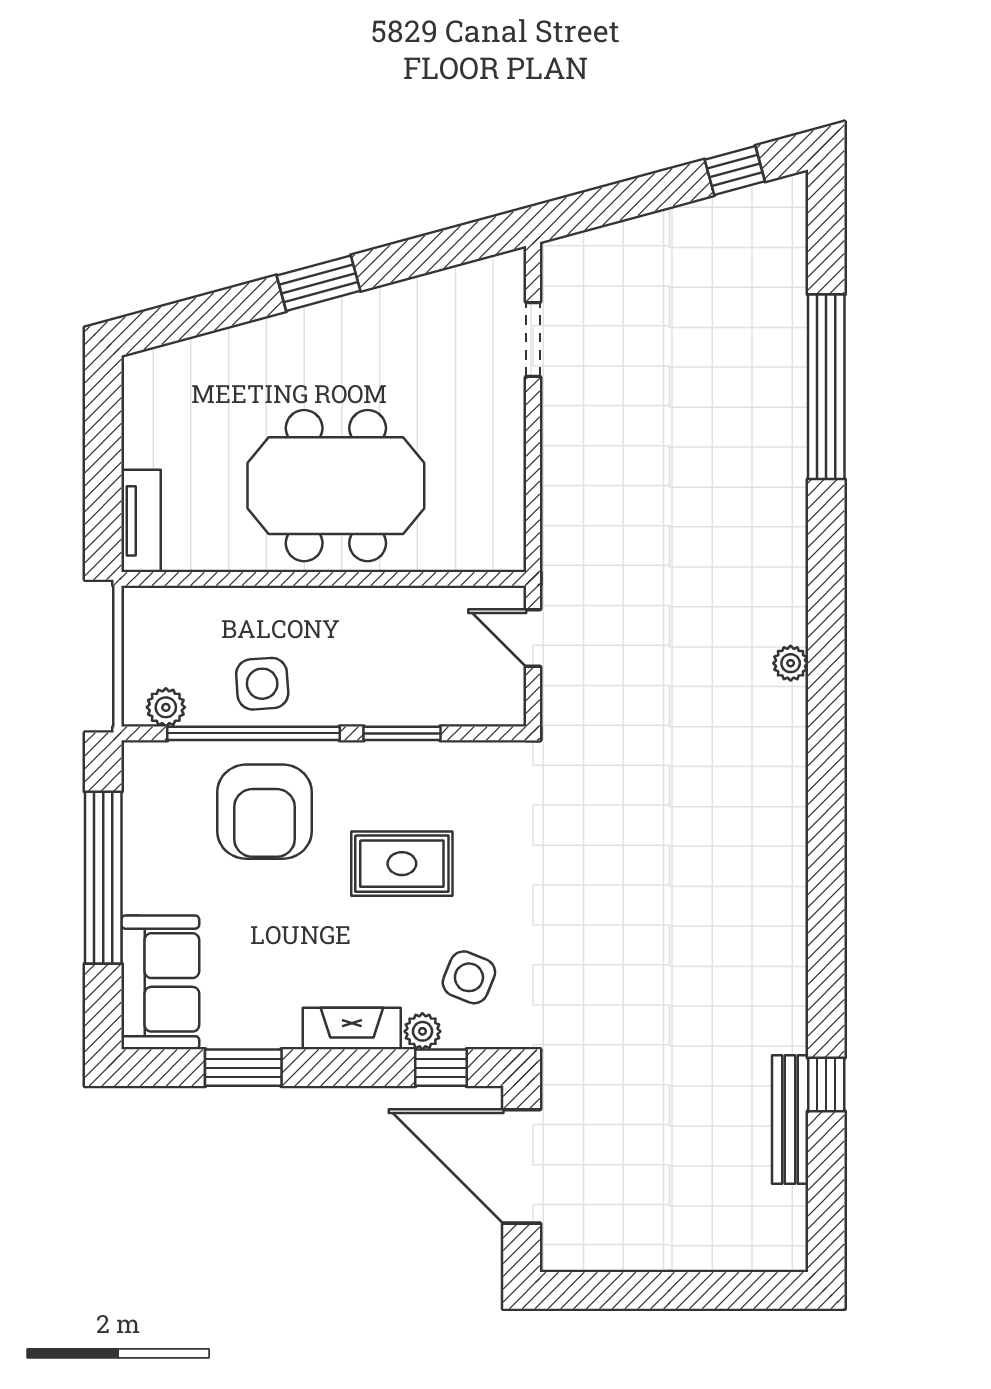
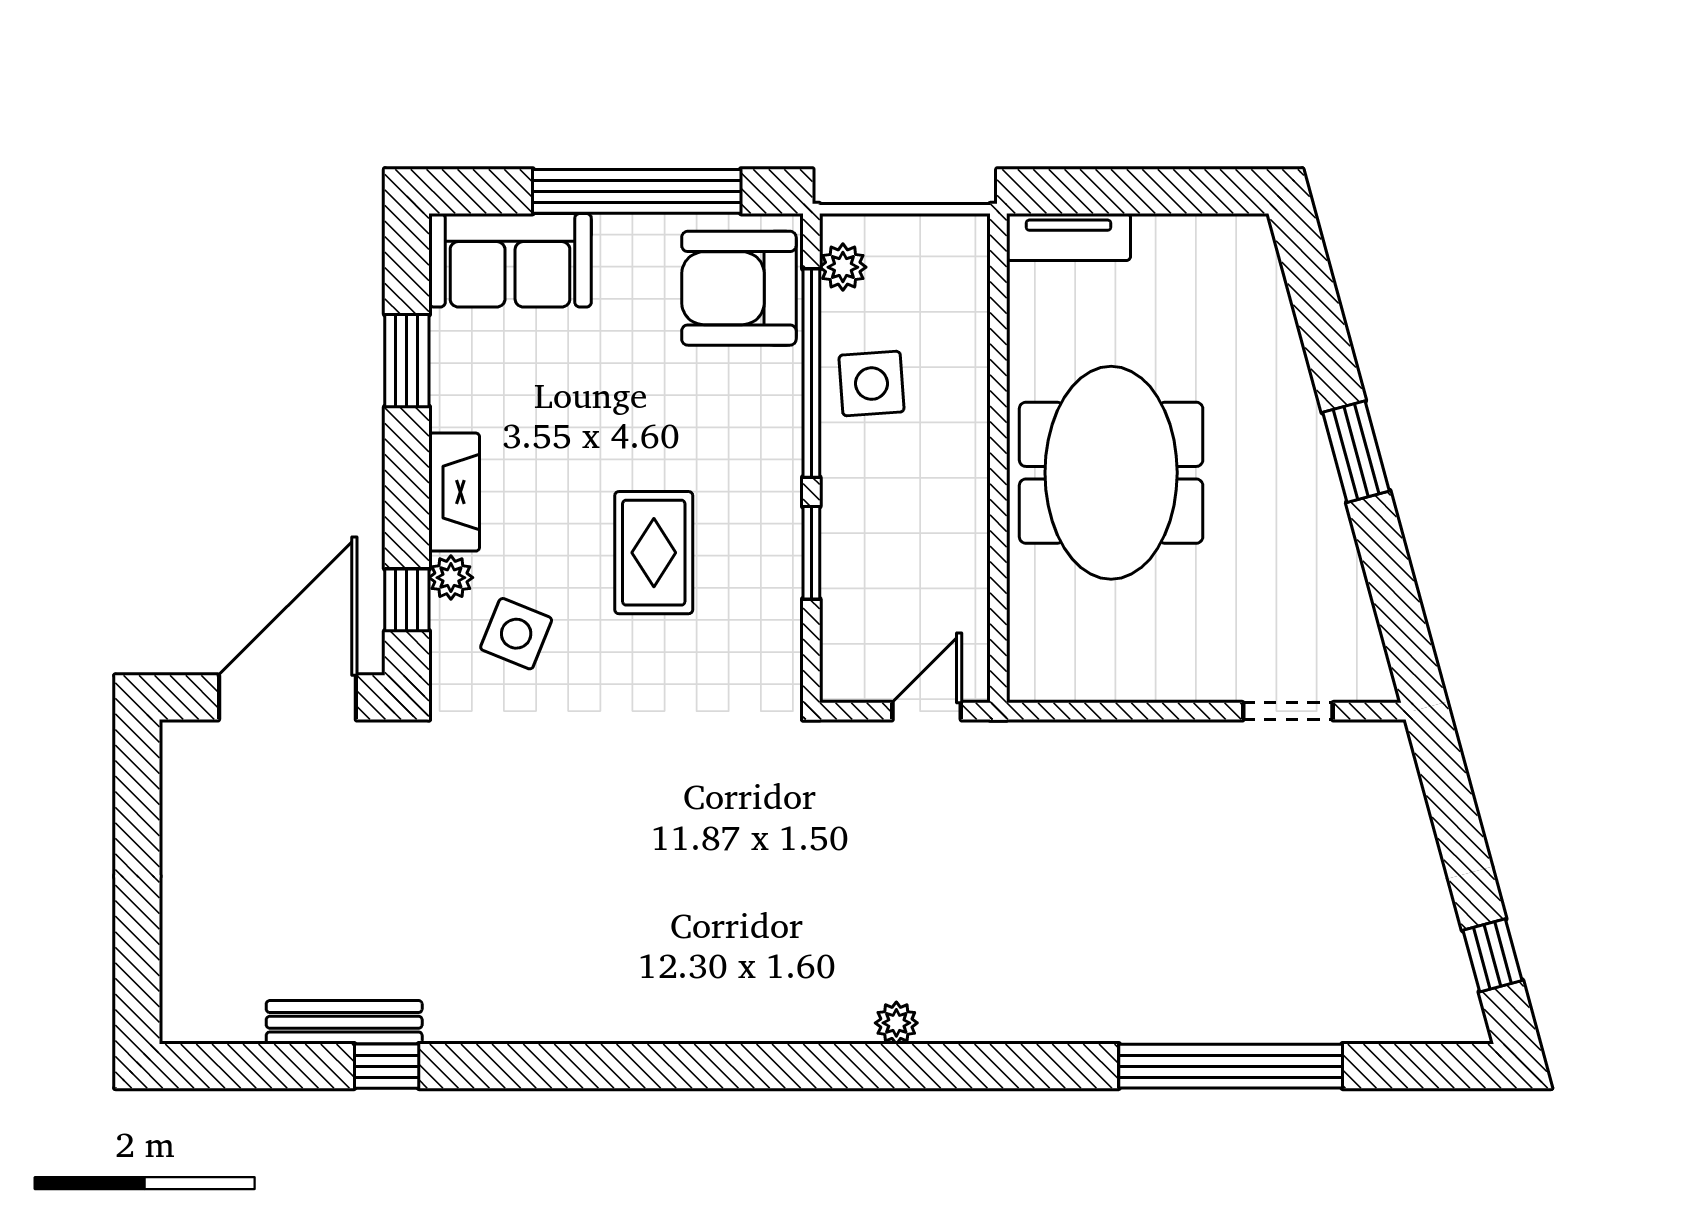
armchair: (264, 812) -> (739, 288), moved

